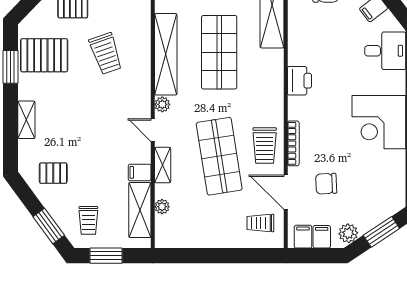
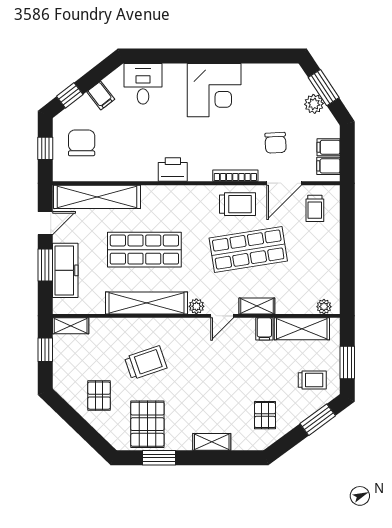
plant: (162, 207) -> (324, 307), moved
plant: (348, 233) -> (314, 104), moved

